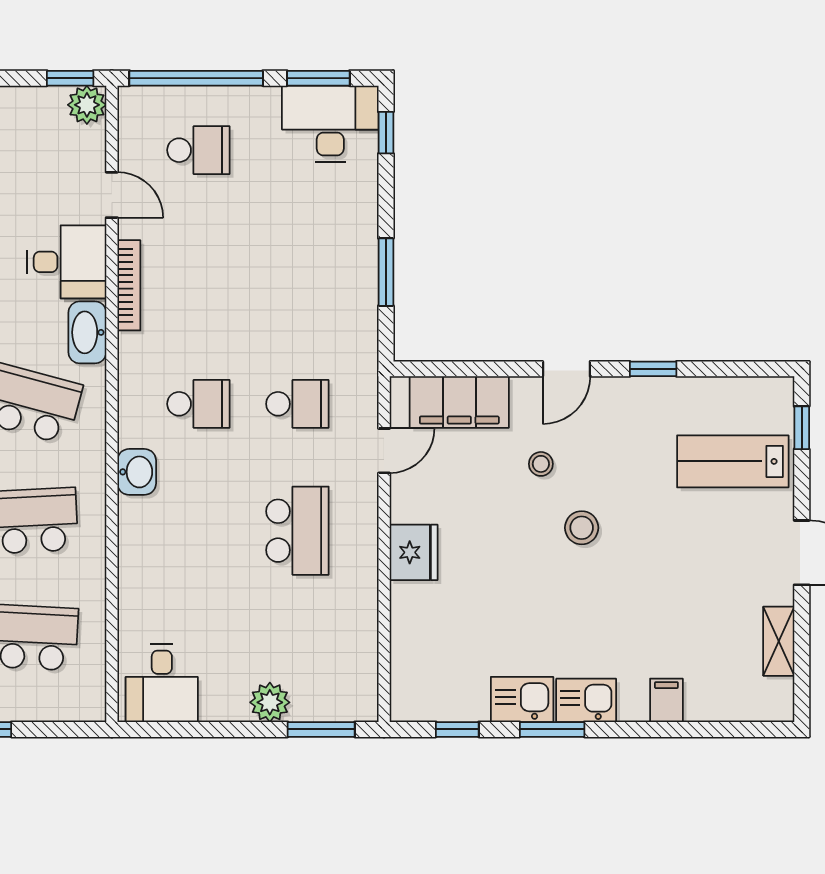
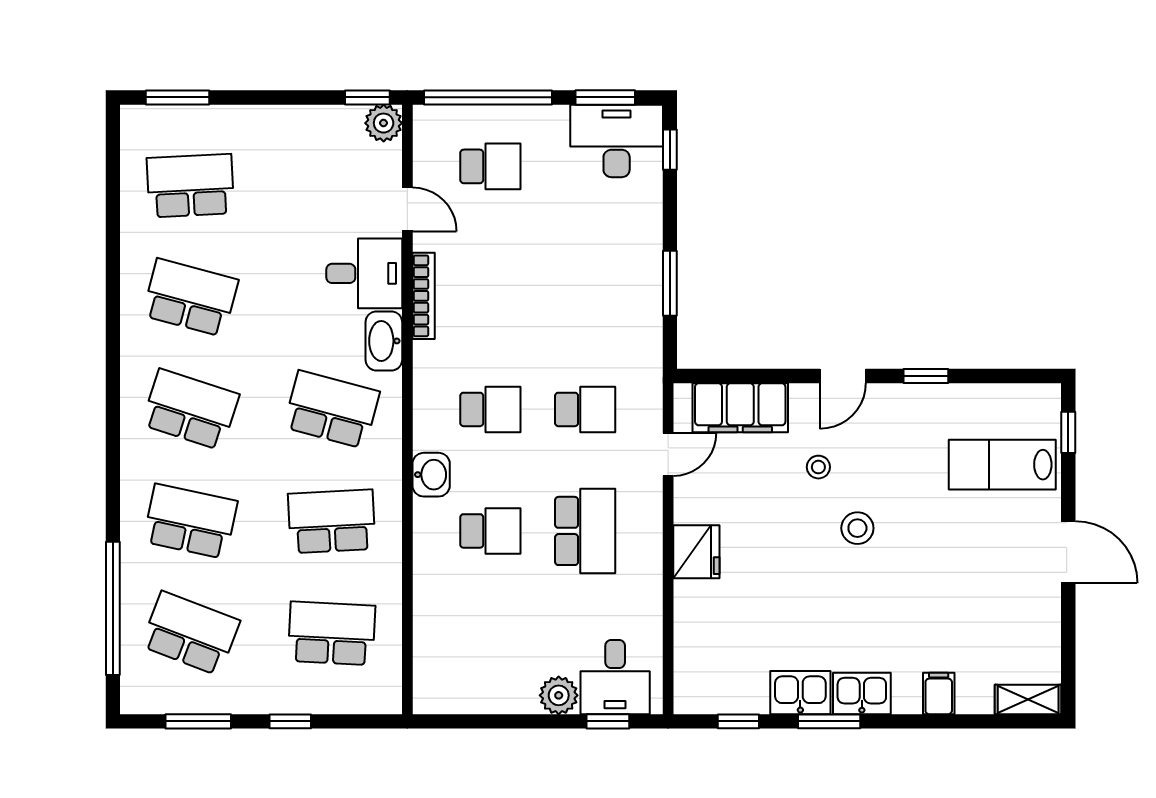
school desk: (198, 531) -> (490, 531), added
shelving: (779, 641) -> (1028, 699), moved, turned 90
desk: (162, 683) -> (615, 677), moved
window: (321, 729) -> (608, 721), width x0.67

